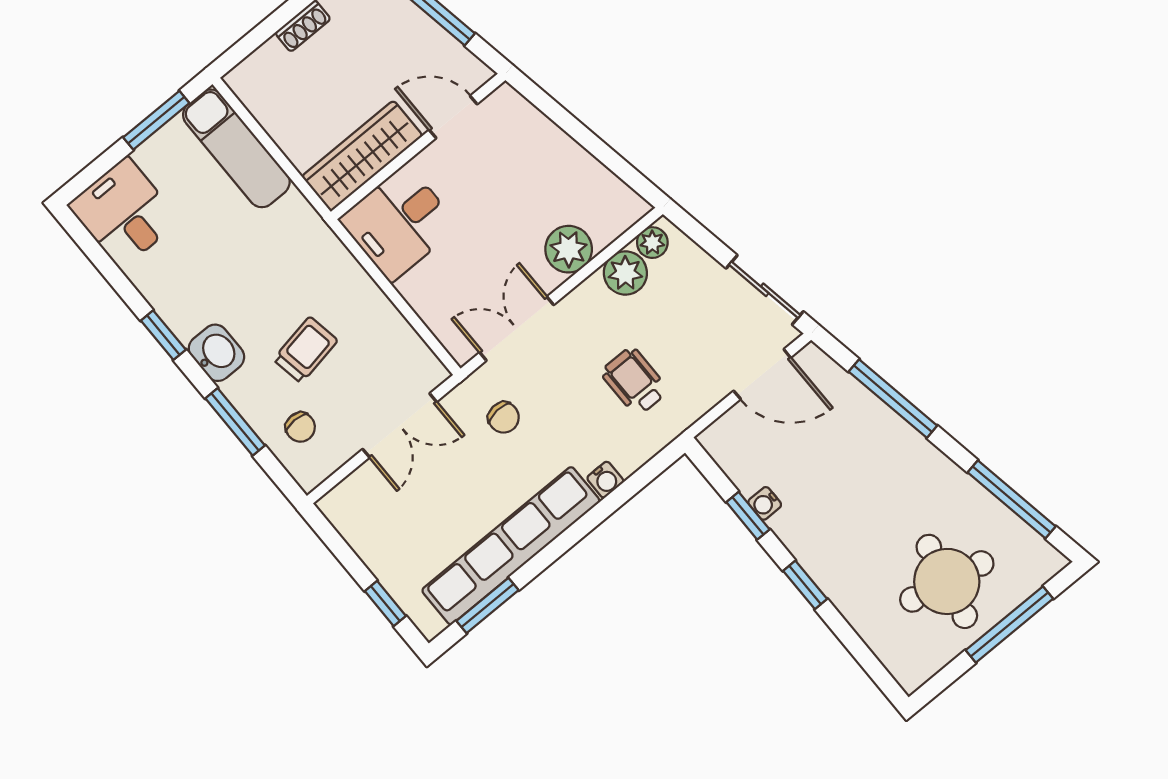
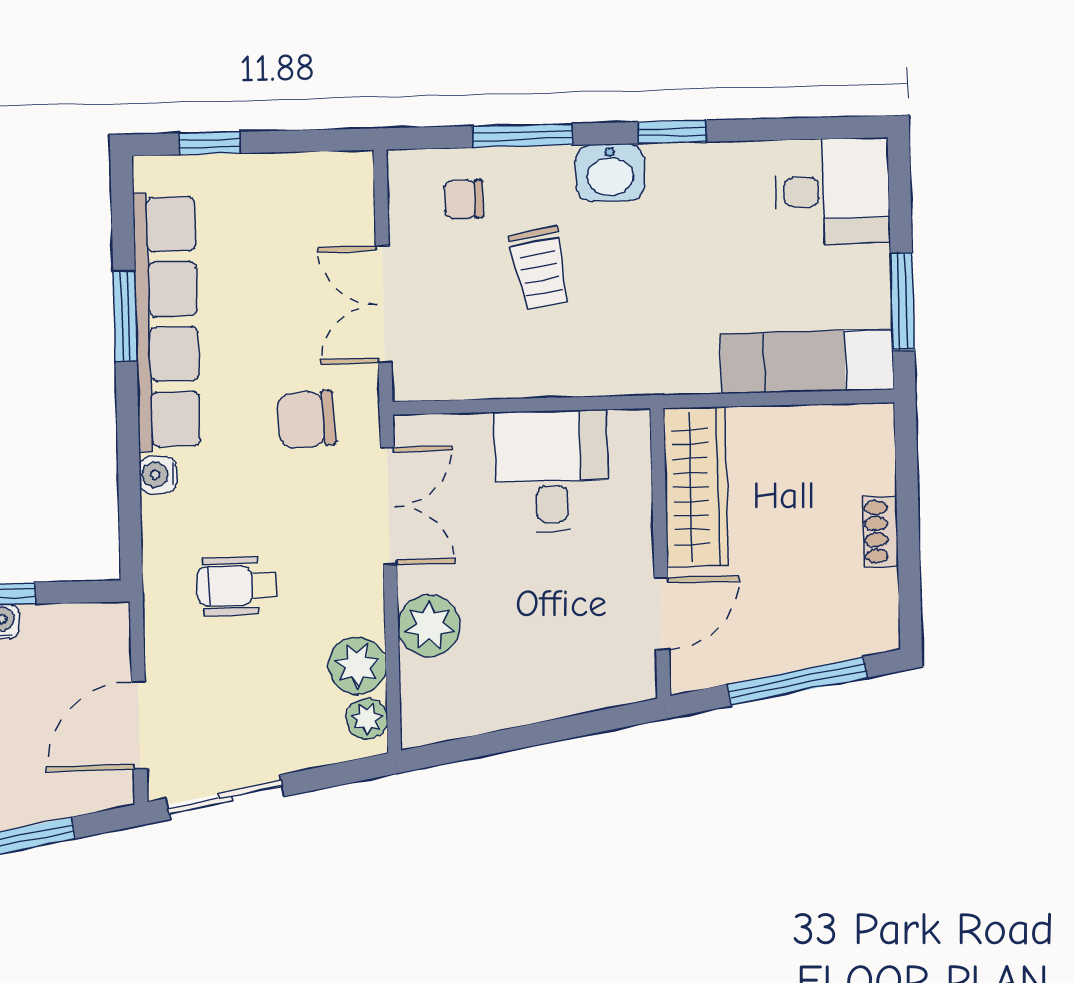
desk: (399, 223) -> (552, 471), moved
wheelchair: (634, 381) -> (237, 586), turned 180
chair: (504, 417) -> (307, 420), width x1.37, depth x1.37
window: (487, 606) -> (125, 316), moved

